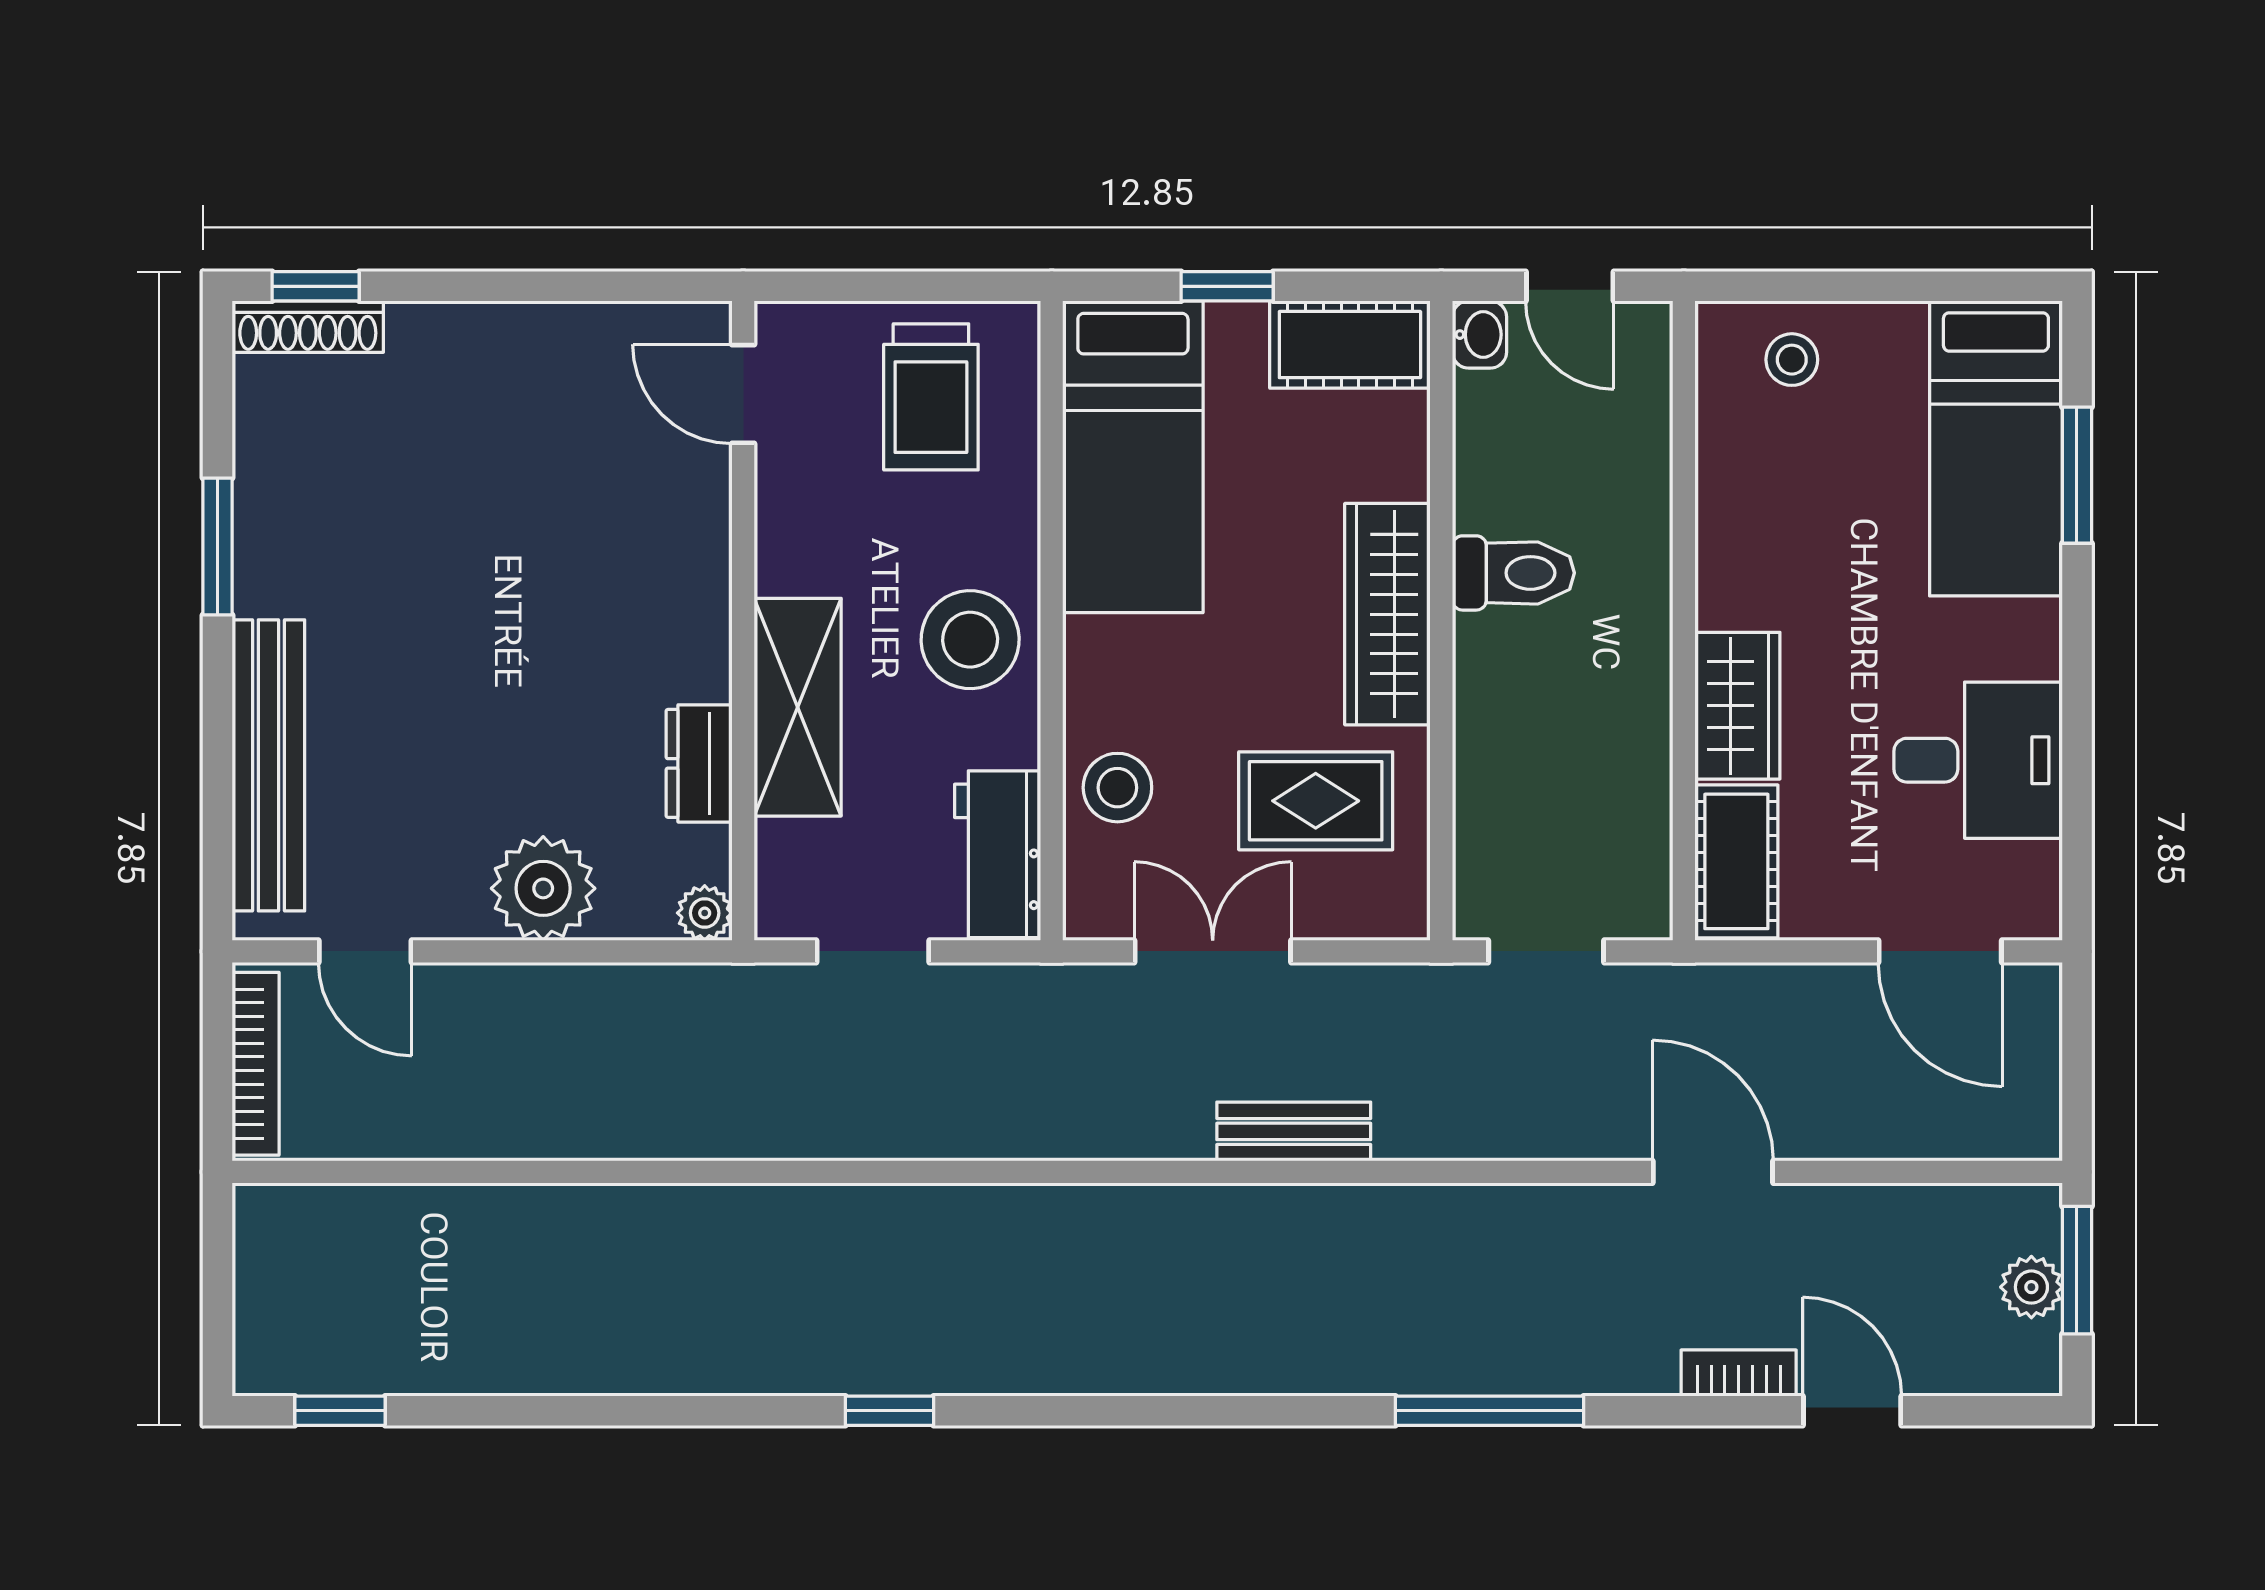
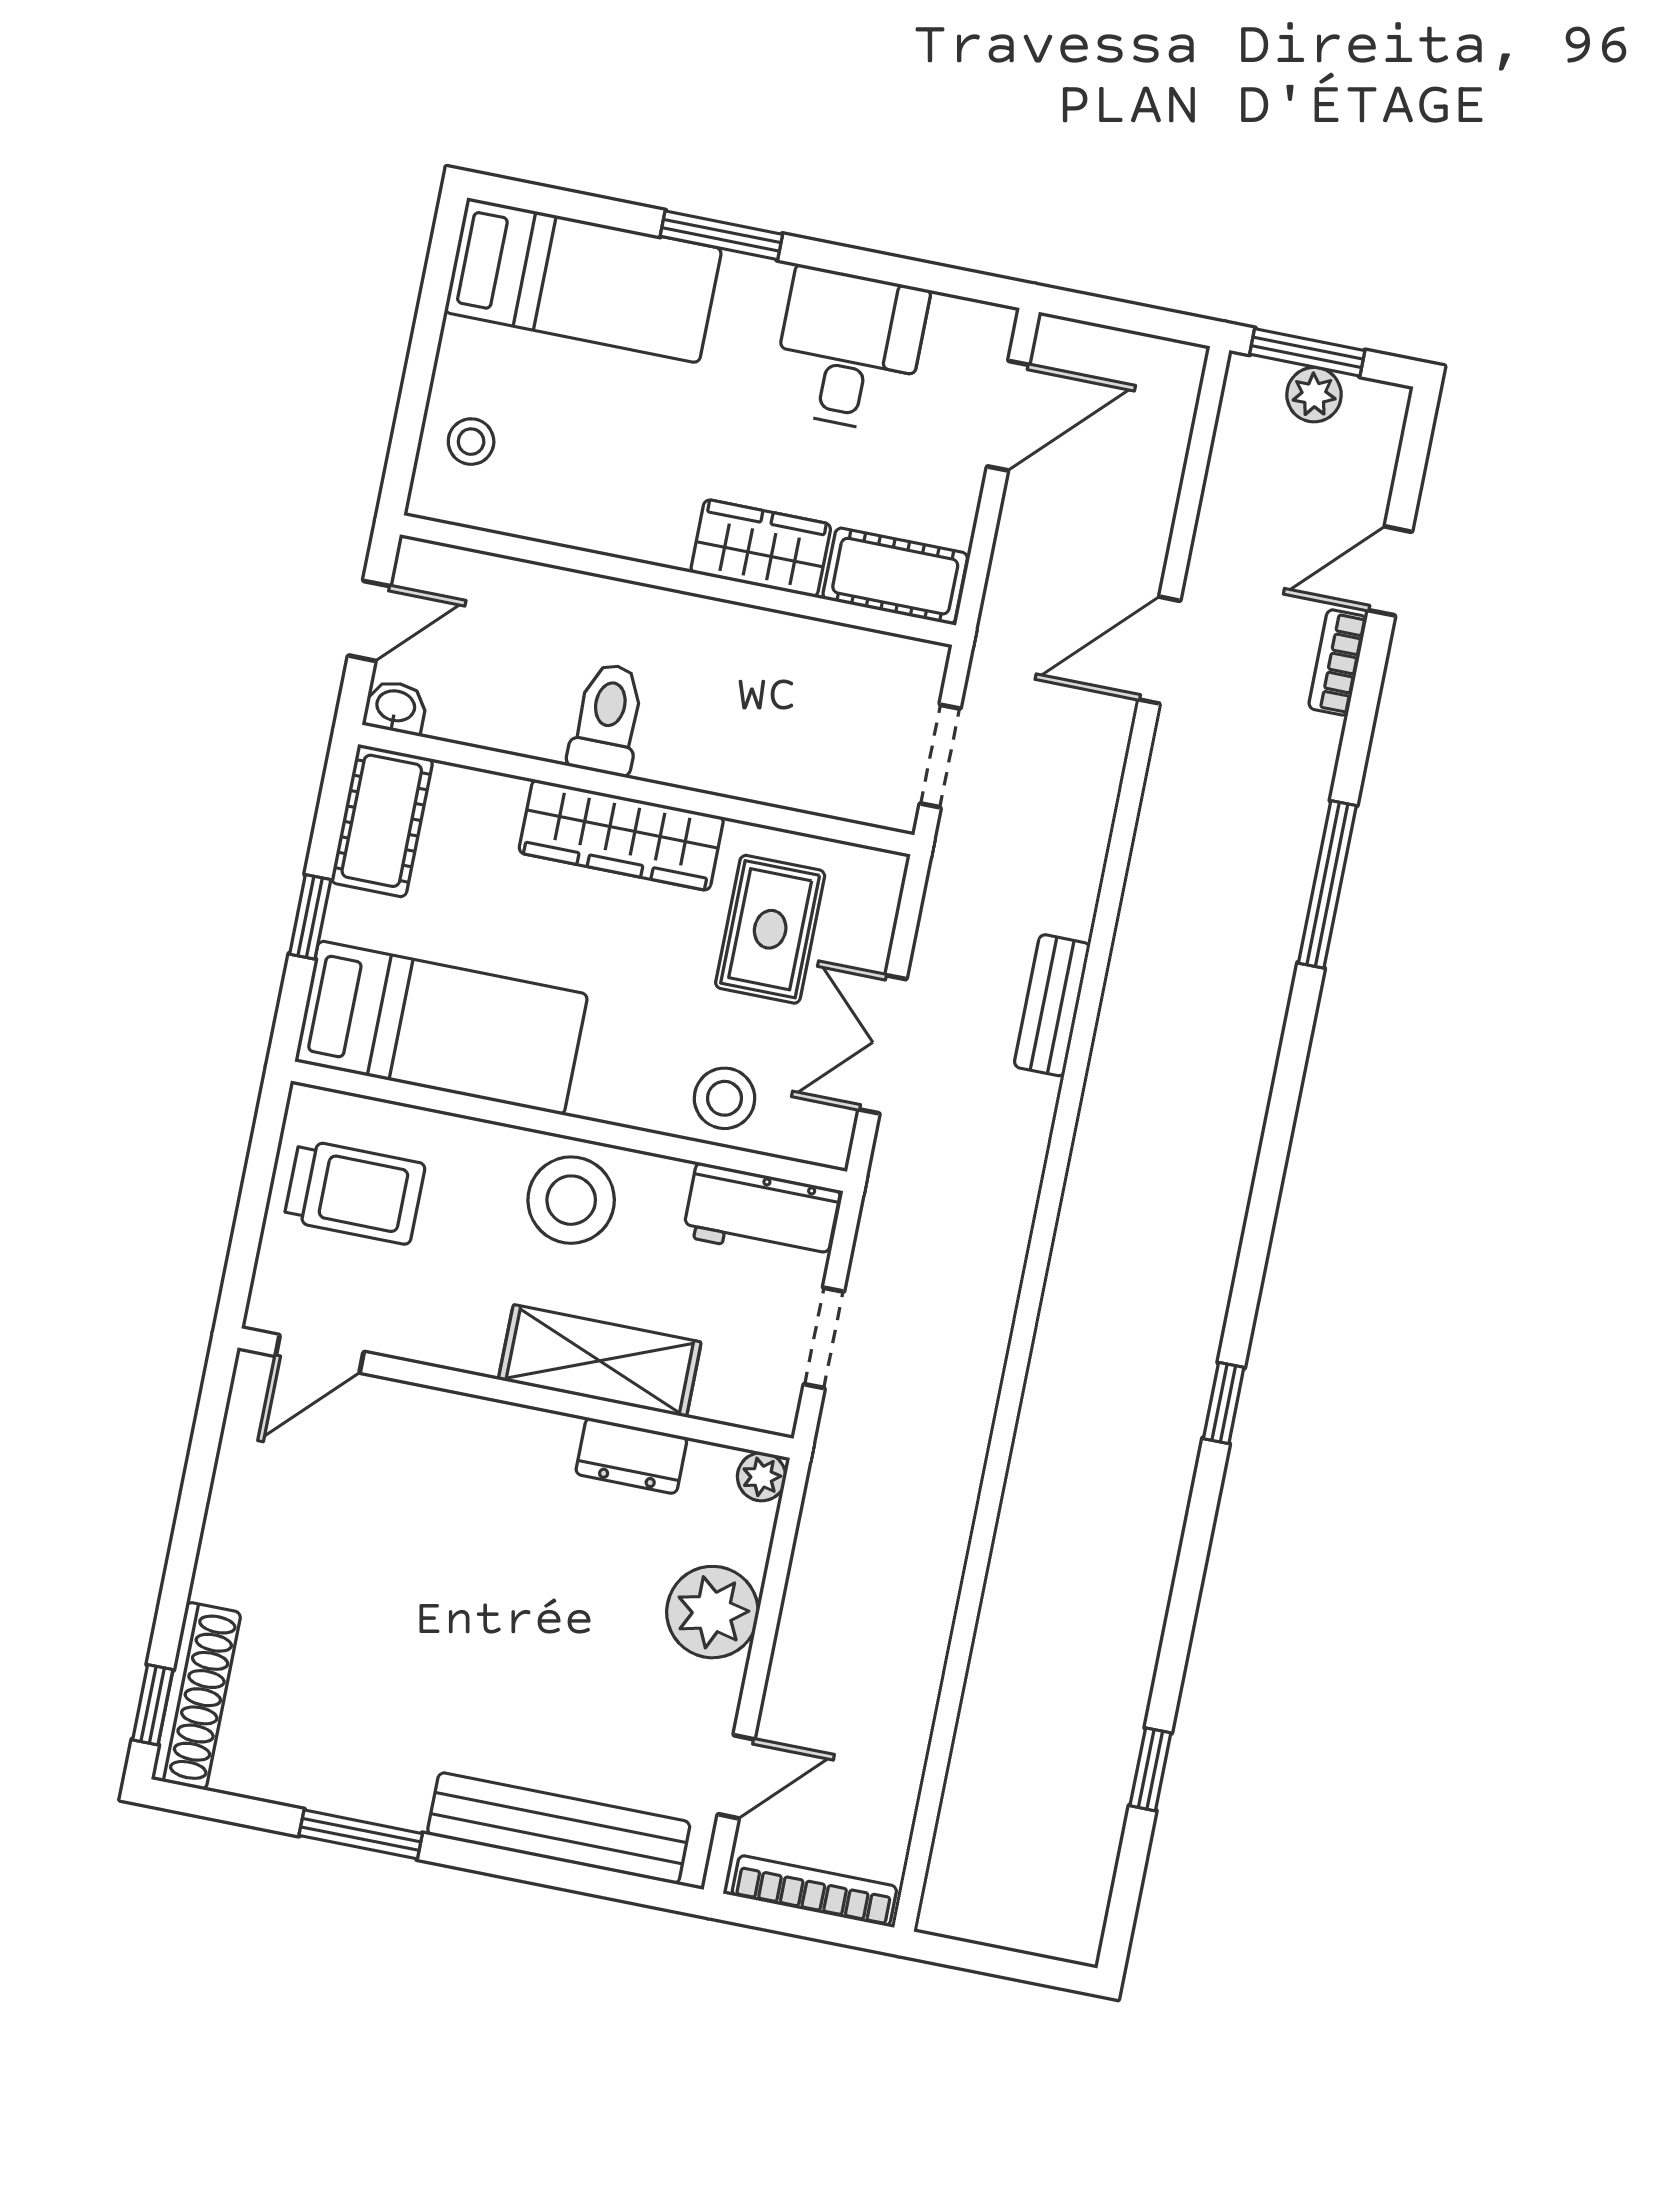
shoe rack: (308, 327) -> (196, 1696), width x1.36, depth x1.24
window: (2077, 475) -> (721, 235), moved
window: (340, 1411) -> (1150, 1769), moved

